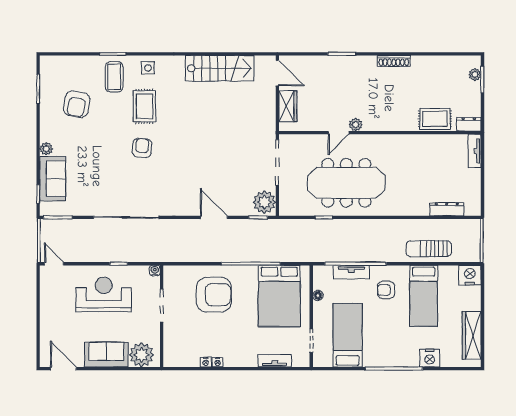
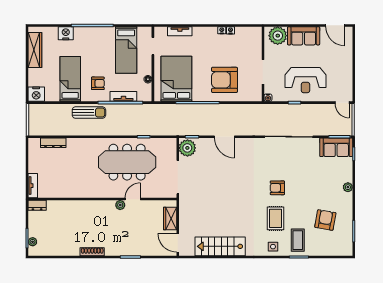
rug: (435, 119) -> (62, 209), removed
armchair: (142, 148) -> (277, 188), turned 86
sofa: (53, 179) -> (336, 147), moved, turned -90
sun lounger: (429, 249) -> (89, 113), moved

